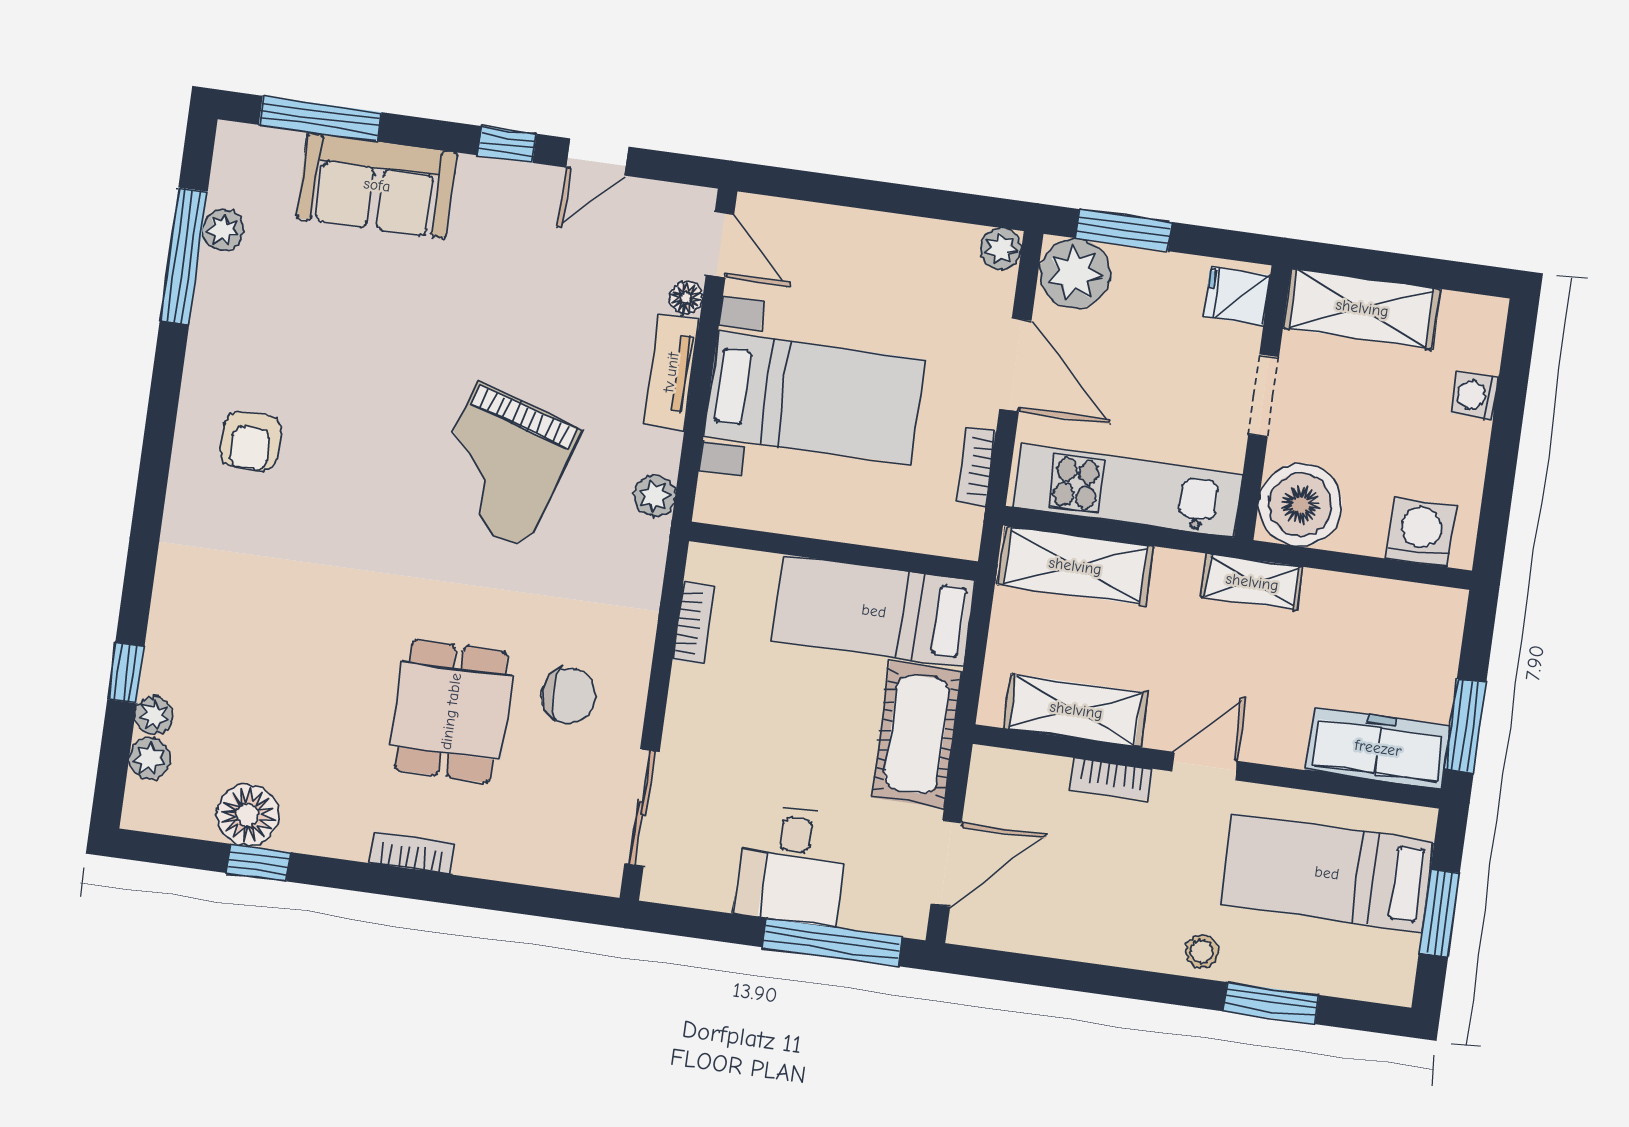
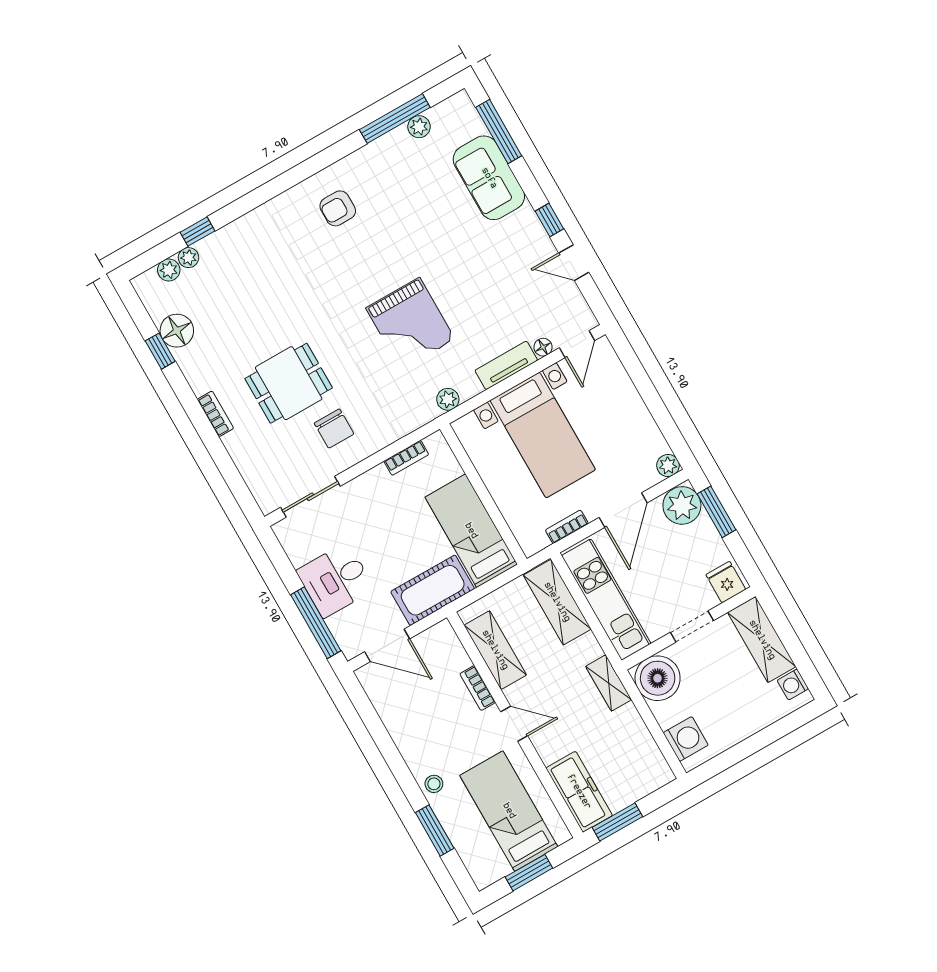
washing machine: (1475, 395) -> (793, 684), moved, turned -90
grand piano: (501, 465) -> (410, 324), turned -107

